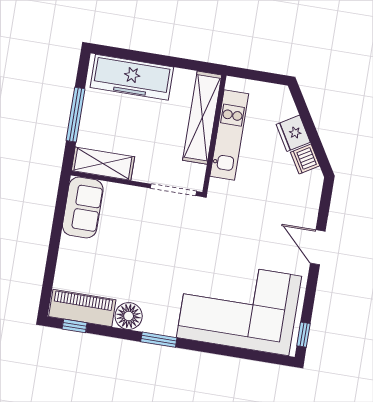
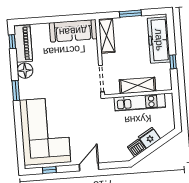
window: (175, 62) -> (173, 62), added
window: (75, 115) -> (130, 14), width x0.69
shelving: (202, 118) -> (137, 85), width x0.68
sofa: (83, 208) -> (73, 31), width x1.36
window: (303, 335) -> (49, 170), moved

